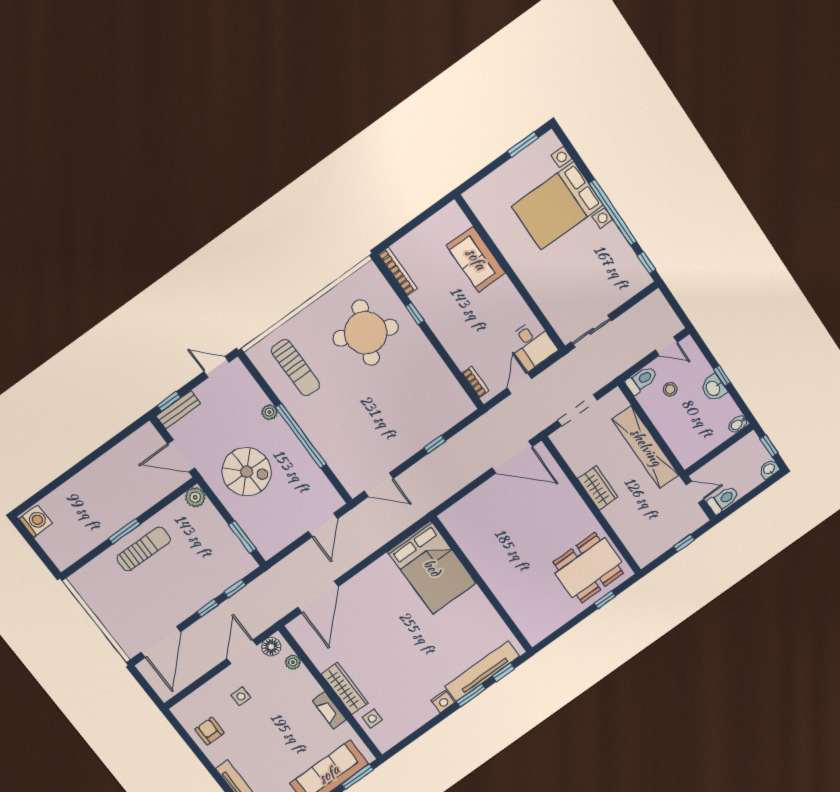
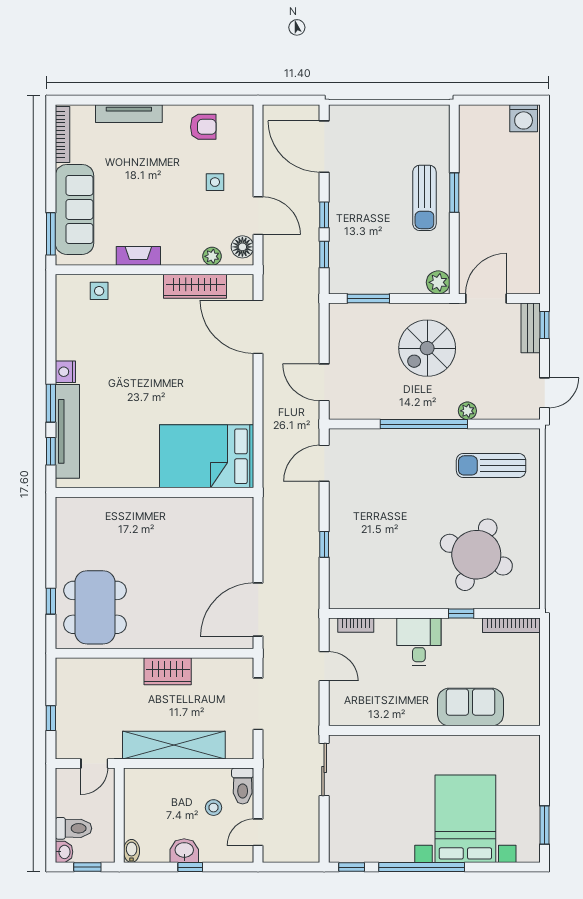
desk: (532, 345) -> (419, 642), moved, turned 90
toilet: (723, 500) -> (73, 828), moved, turned -90
wardrobe: (345, 689) -> (195, 286), moved

